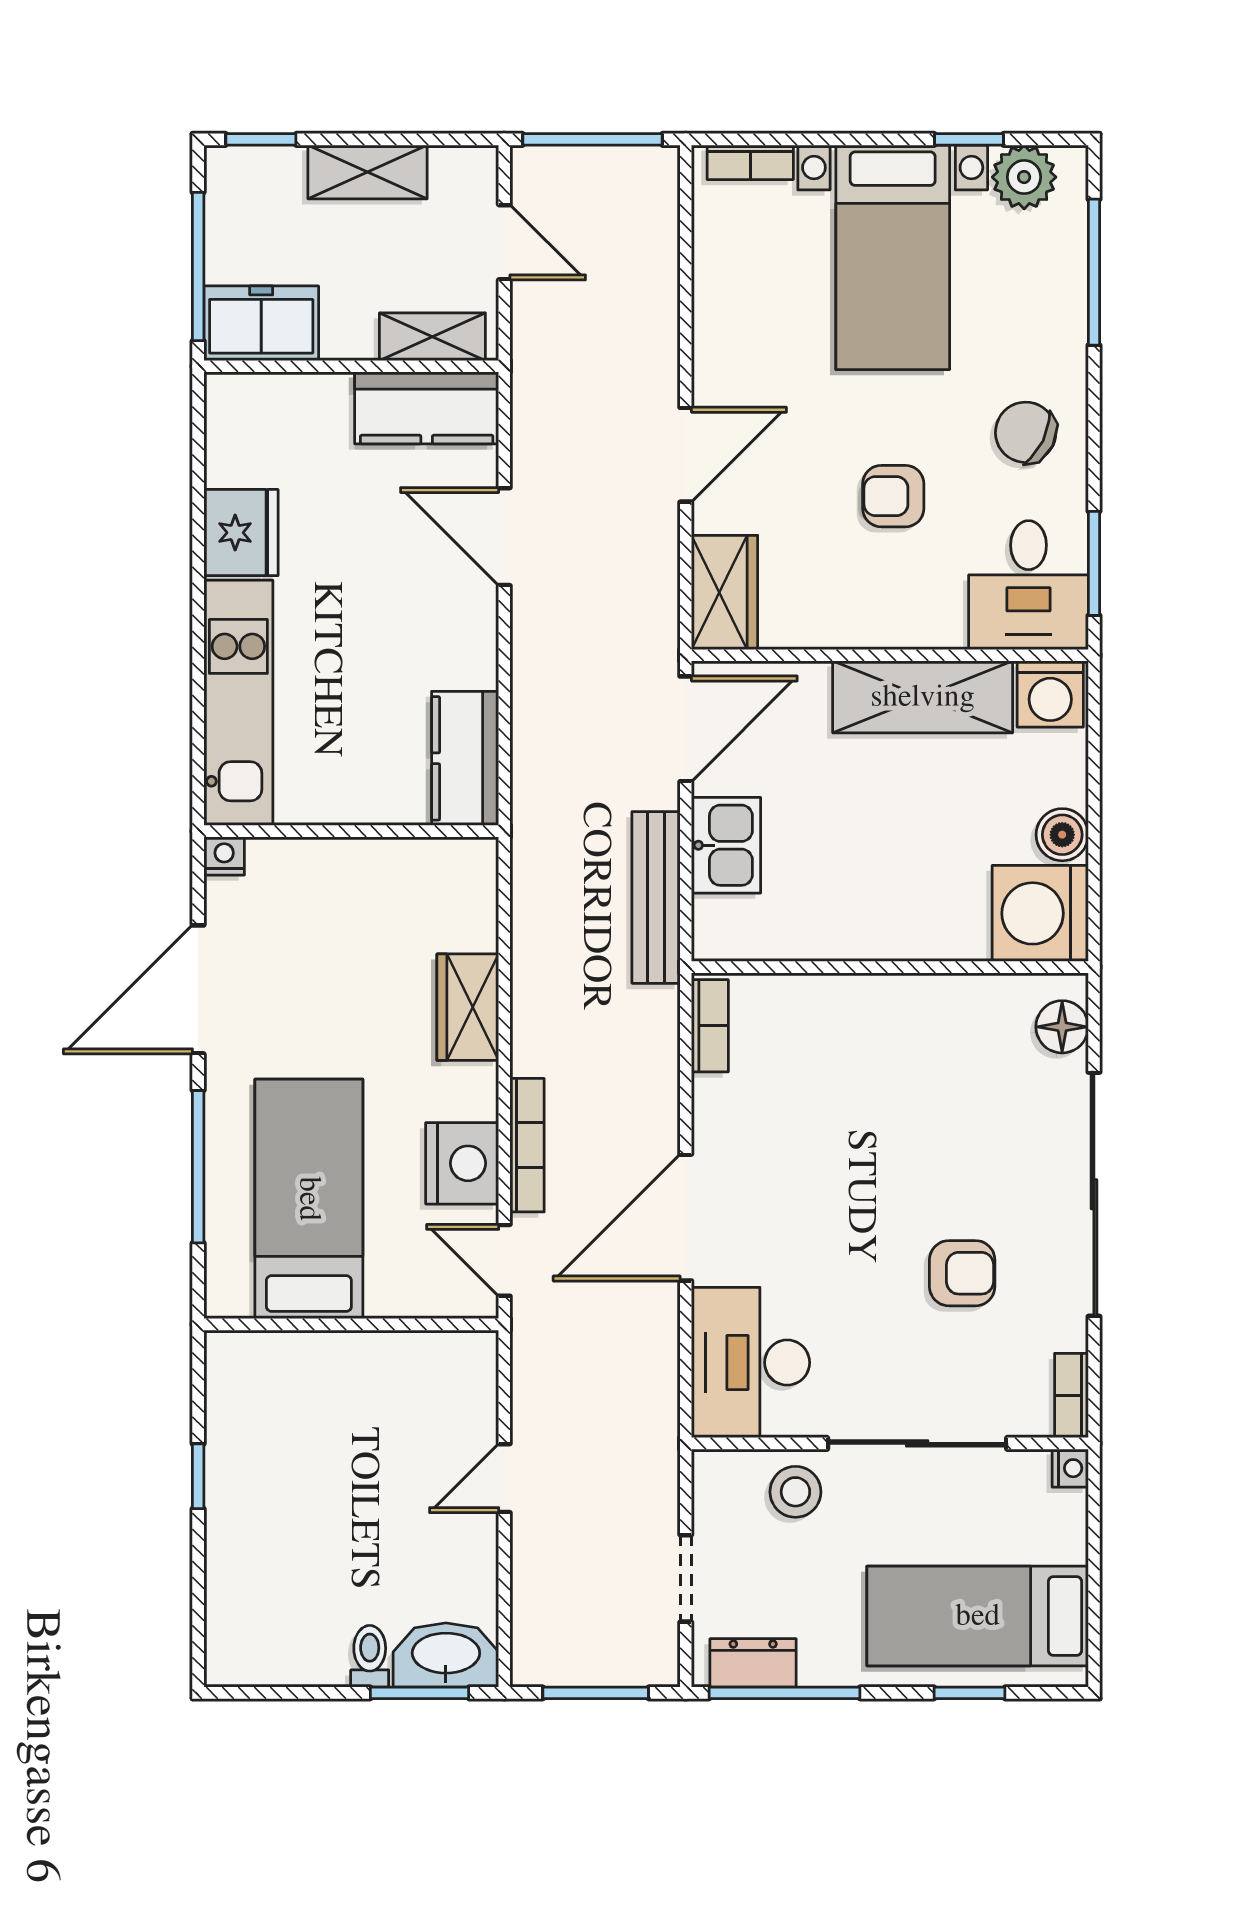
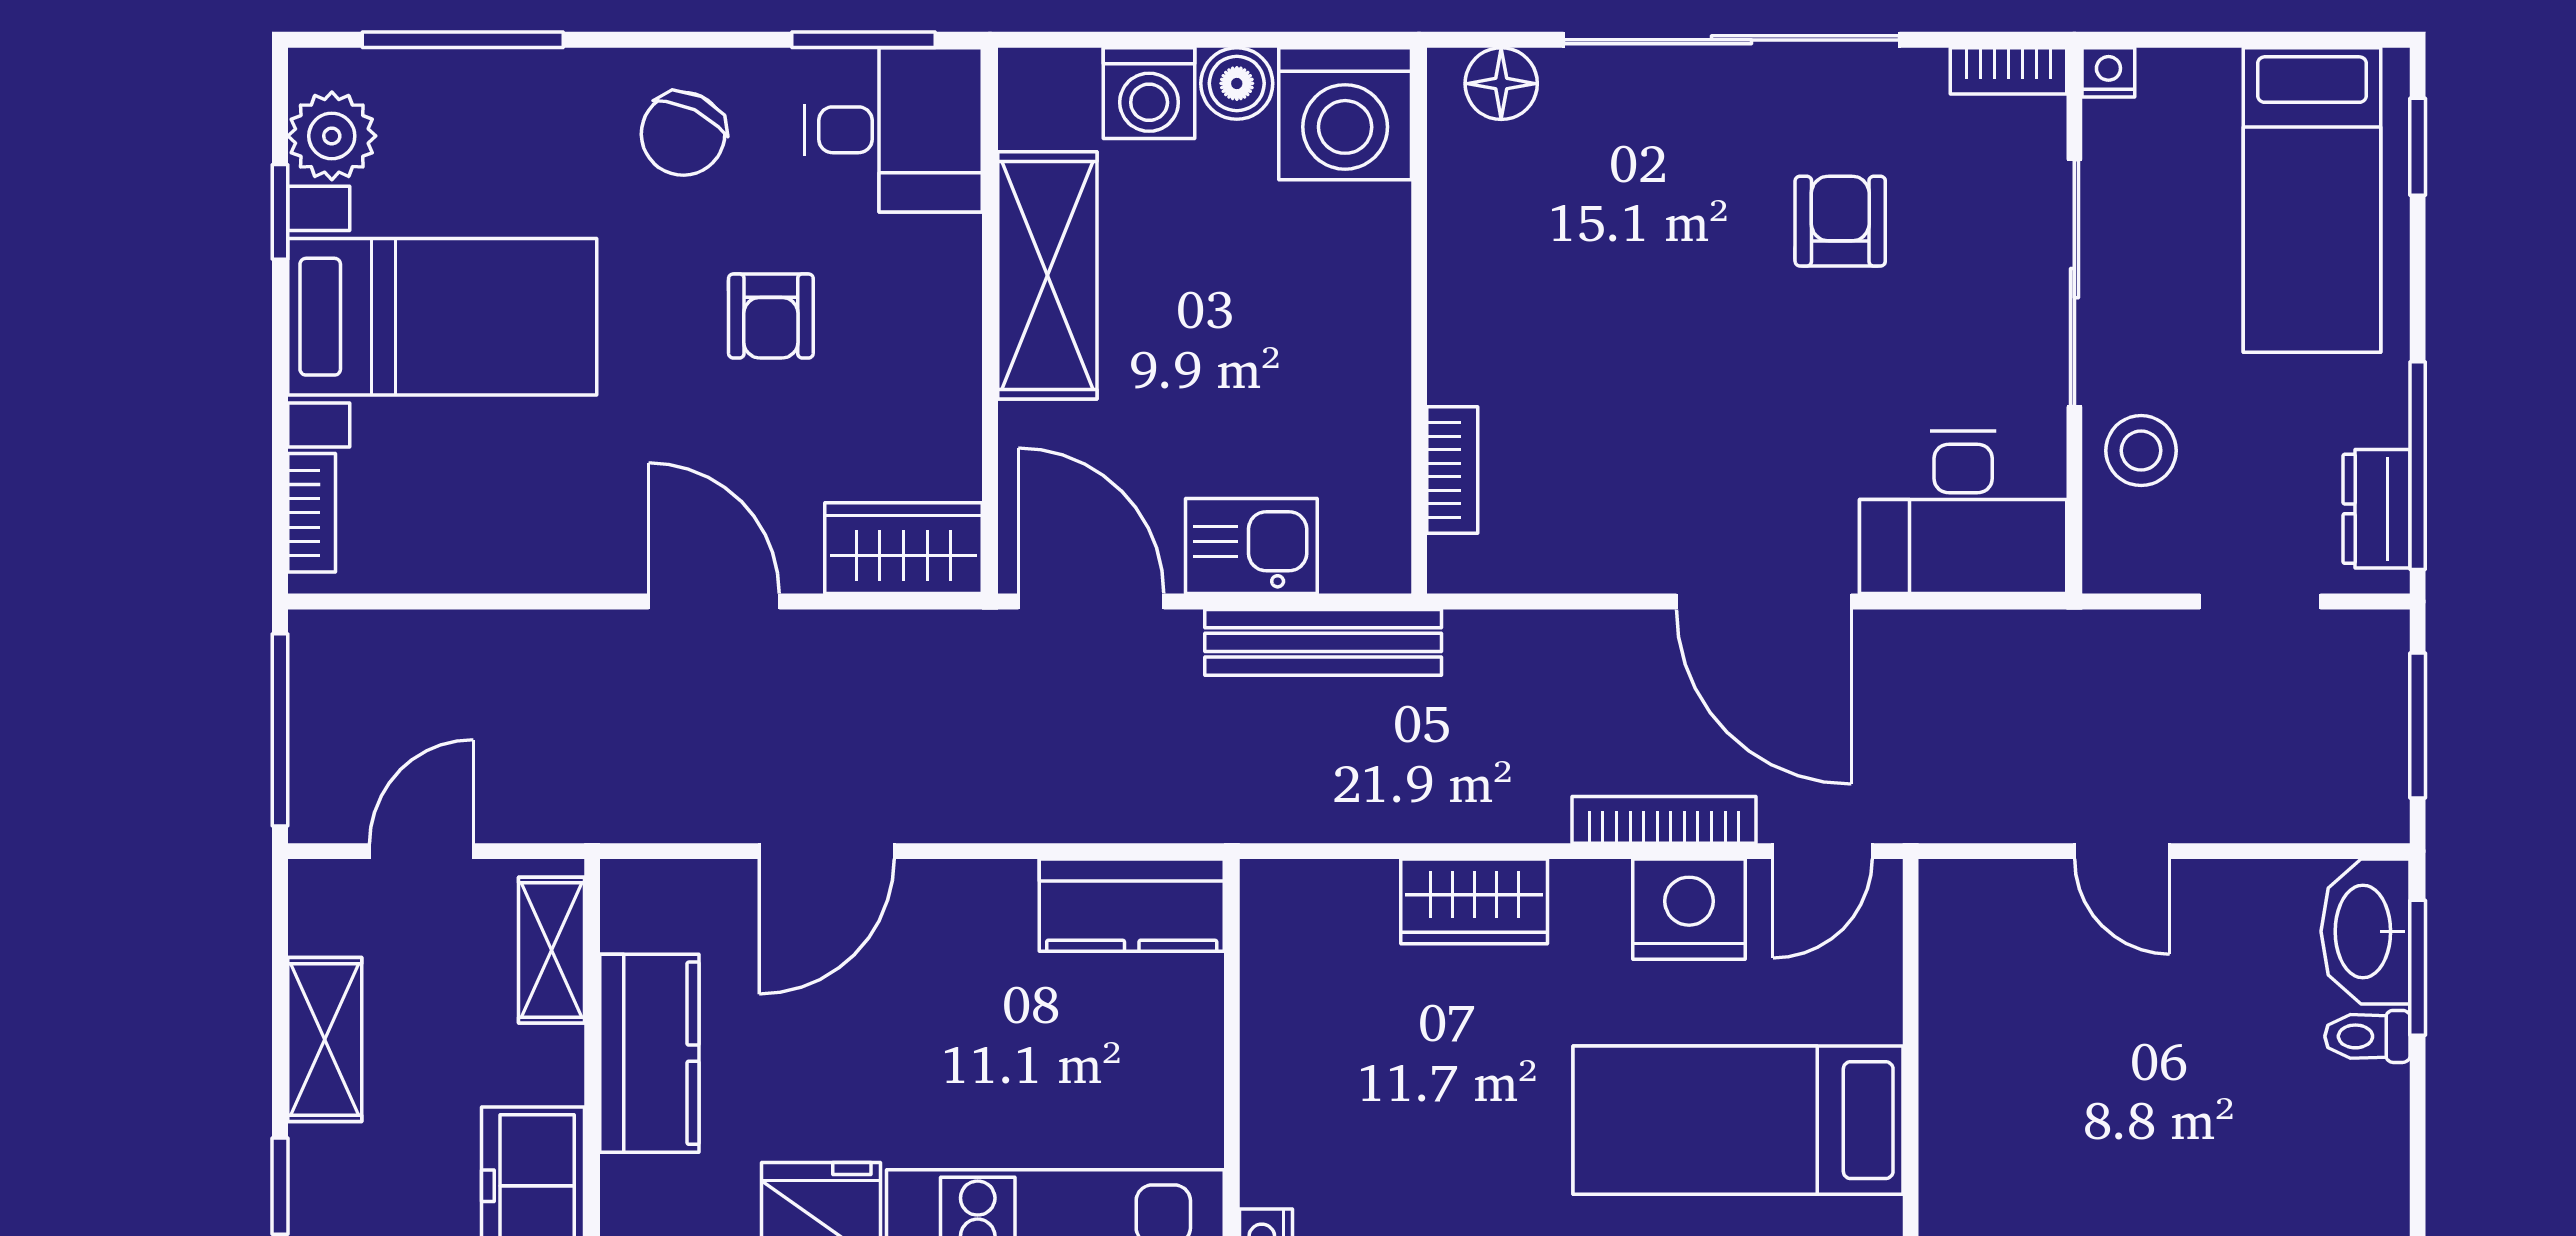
kitchen counter: (427, 408) -> (649, 1053), moved
washing machine: (1050, 694) -> (1149, 93), moved, turned 90
bookcase: (710, 1026) -> (1452, 470), moved, turned 90
window: (970, 1693) -> (2418, 147), moved

